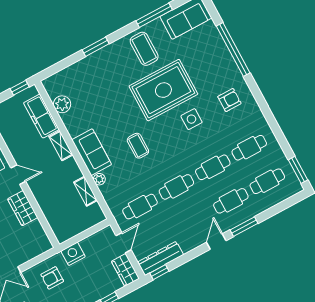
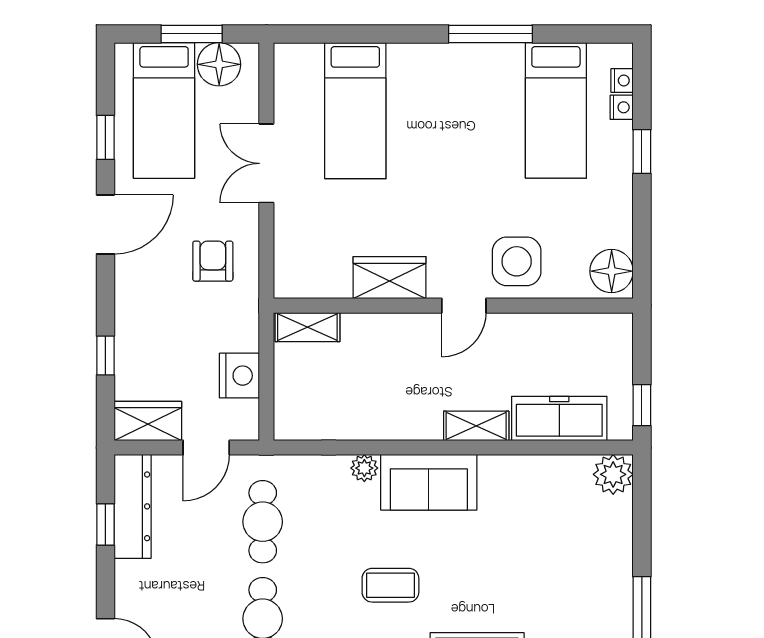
plant: (62, 104) -> (613, 474), moved
shelving: (85, 191) -> (307, 327), moved
door: (124, 243) -> (206, 447), hinge flipped
nightstand: (73, 254) -> (239, 376), moved
window: (159, 272) -> (105, 524), moved

